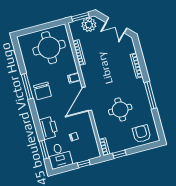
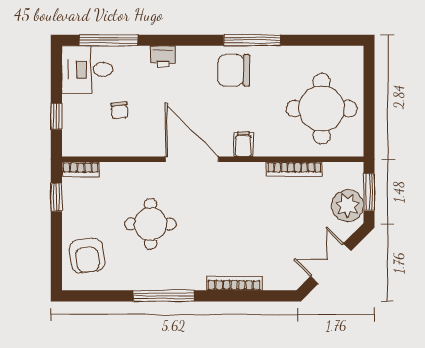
printer: (49, 128) -> (163, 57), width x0.53, depth x0.68
armchair: (142, 134) -> (87, 256), turned 82
window: (44, 150) -> (109, 40), width x1.44

